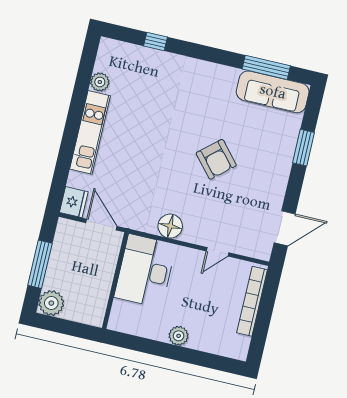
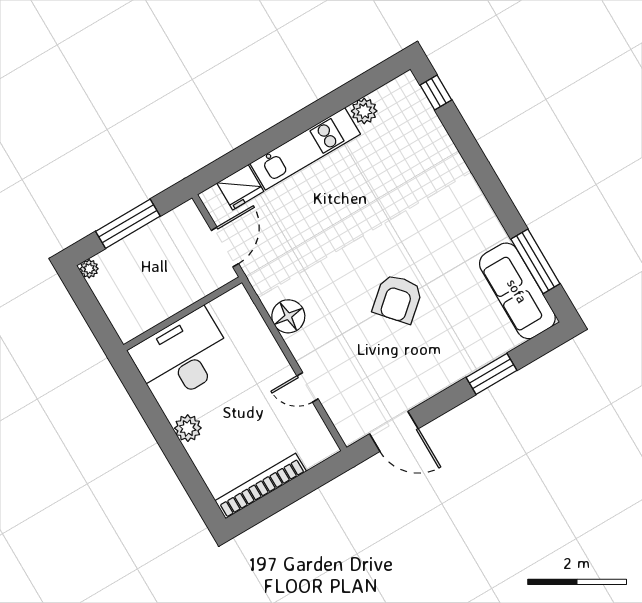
window: (156, 41) -> (436, 92), moved
fridge: (74, 202) -> (240, 187), moved
desk: (145, 271) -> (182, 356), moved
bookcase: (252, 301) -> (261, 486), moved
plant: (51, 303) -> (89, 269), width x0.53, depth x0.53

